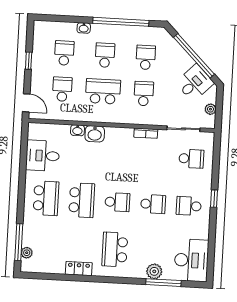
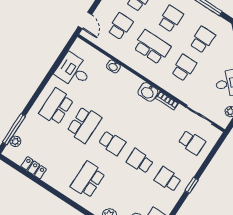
washbasin: (95, 134) -> (148, 92), moved
school desk: (46, 198) -> (56, 106), turned 180
school desk: (153, 204) -> (140, 161), turned 180
locker: (79, 269) -> (34, 168), moved

